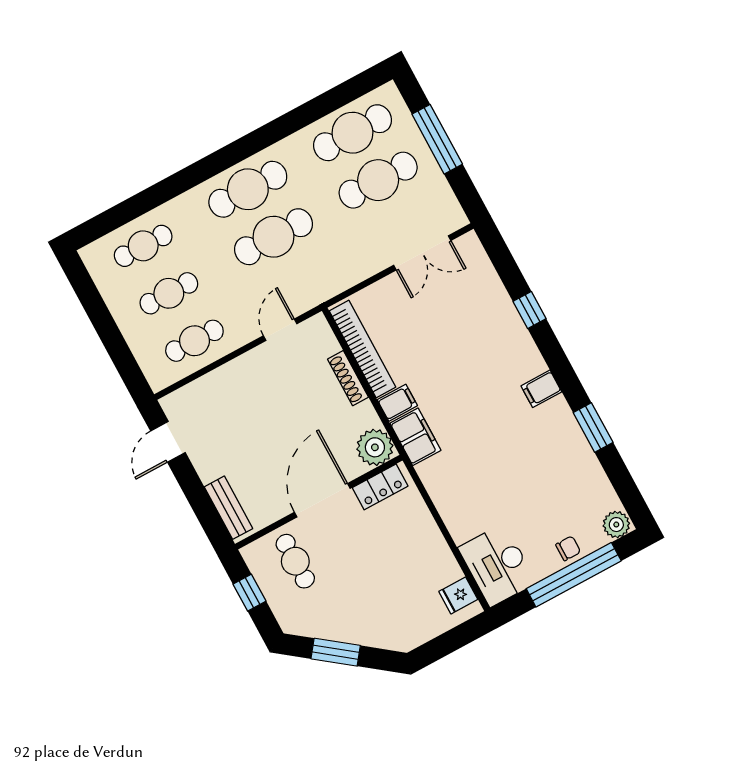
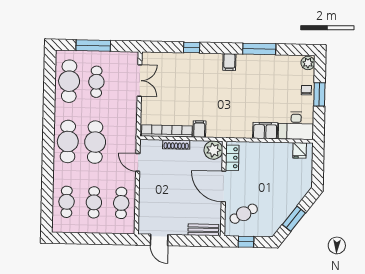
cafe table: (378, 180) -> (96, 82), width x0.73, depth x0.74
window: (593, 427) -> (259, 49), width x1.44
filing cabinet: (415, 437) -> (265, 131), moved
cafe table: (295, 561) -> (244, 214), turned -30
window: (574, 575) -> (319, 94), width x0.47

